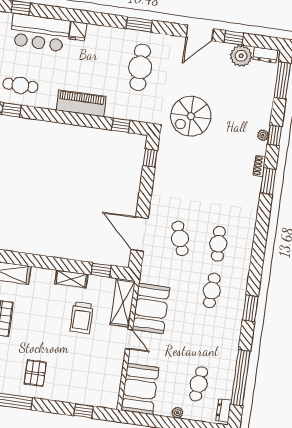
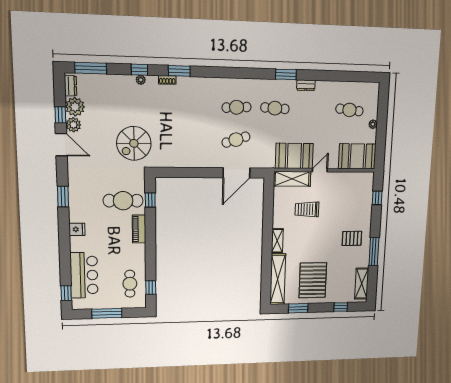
fridge: (78, 31) -> (77, 229), moved
plant: (221, 51) -> (73, 125), added
cafe table: (140, 67) -> (123, 201), moved
piano: (81, 103) -> (139, 229), width x0.73, depth x0.75
spiral stairs: (191, 116) -> (134, 143), turned 90
window: (150, 158) -> (174, 172), removed
window: (101, 270) -> (268, 200), removed
shelving: (71, 279) -> (277, 241), moved
trolley: (82, 318) -> (307, 209), turned 180
window: (241, 378) -> (342, 76), removed
dresser: (224, 410) -> (306, 85), moved

